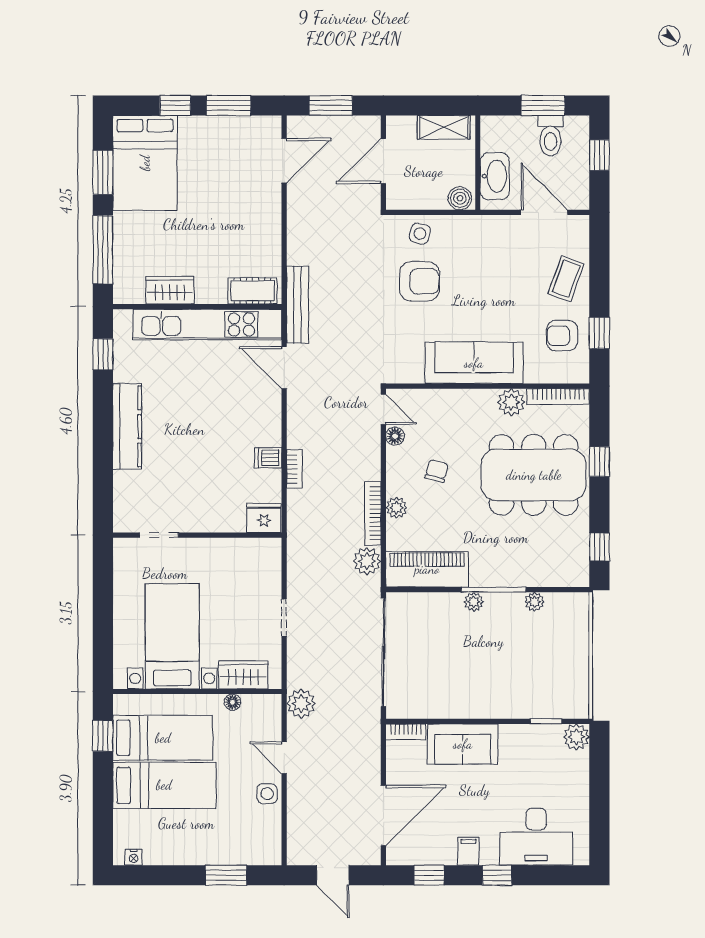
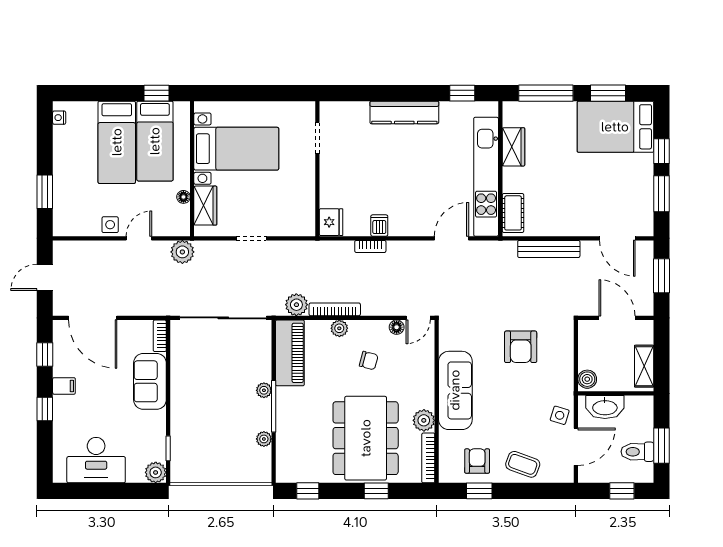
side table: (420, 234) -> (560, 415), moved
bench: (297, 305) -> (549, 249), moved
desk: (536, 837) -> (96, 460), moved, turned -90

